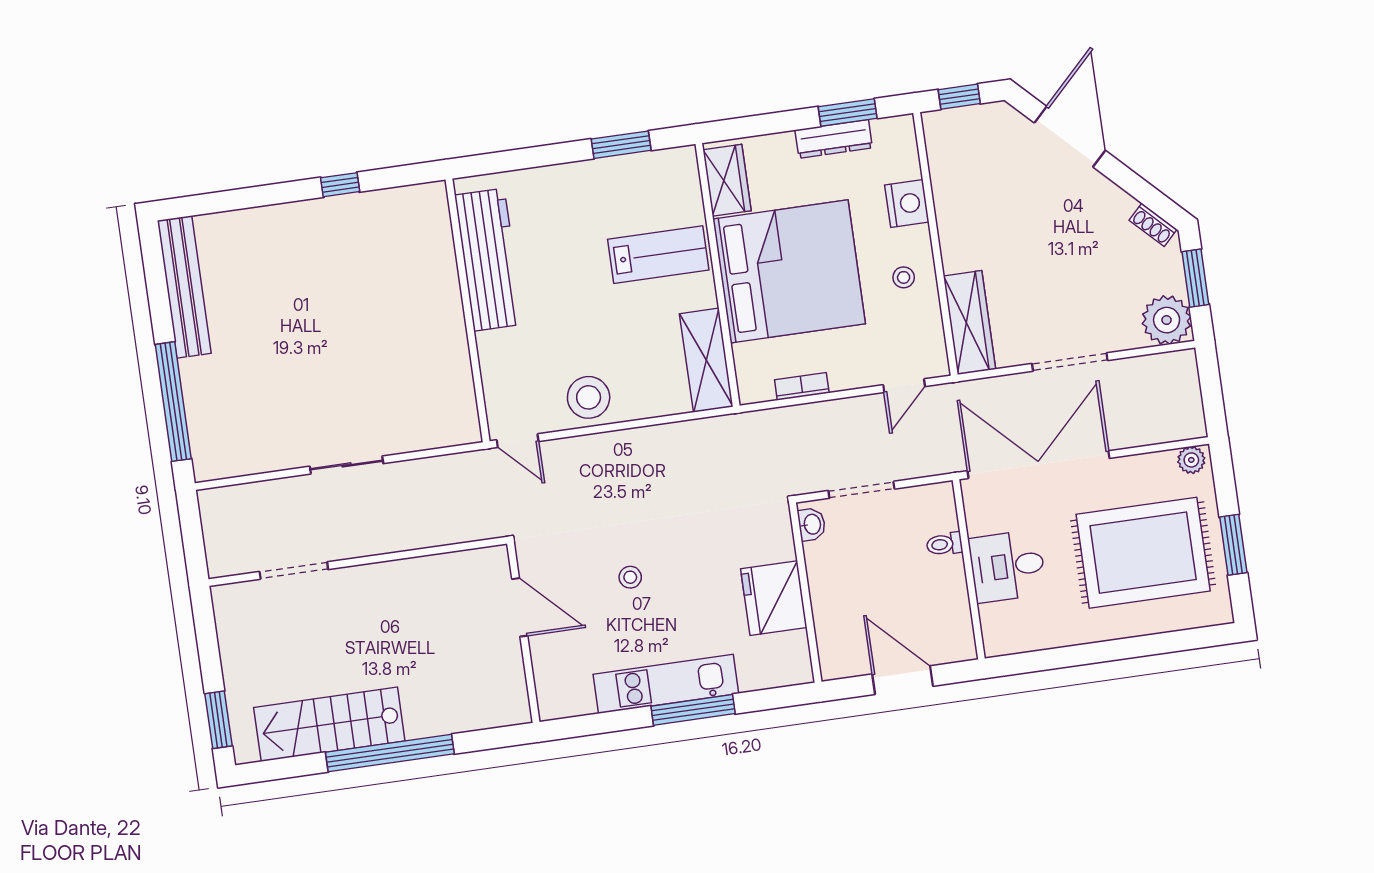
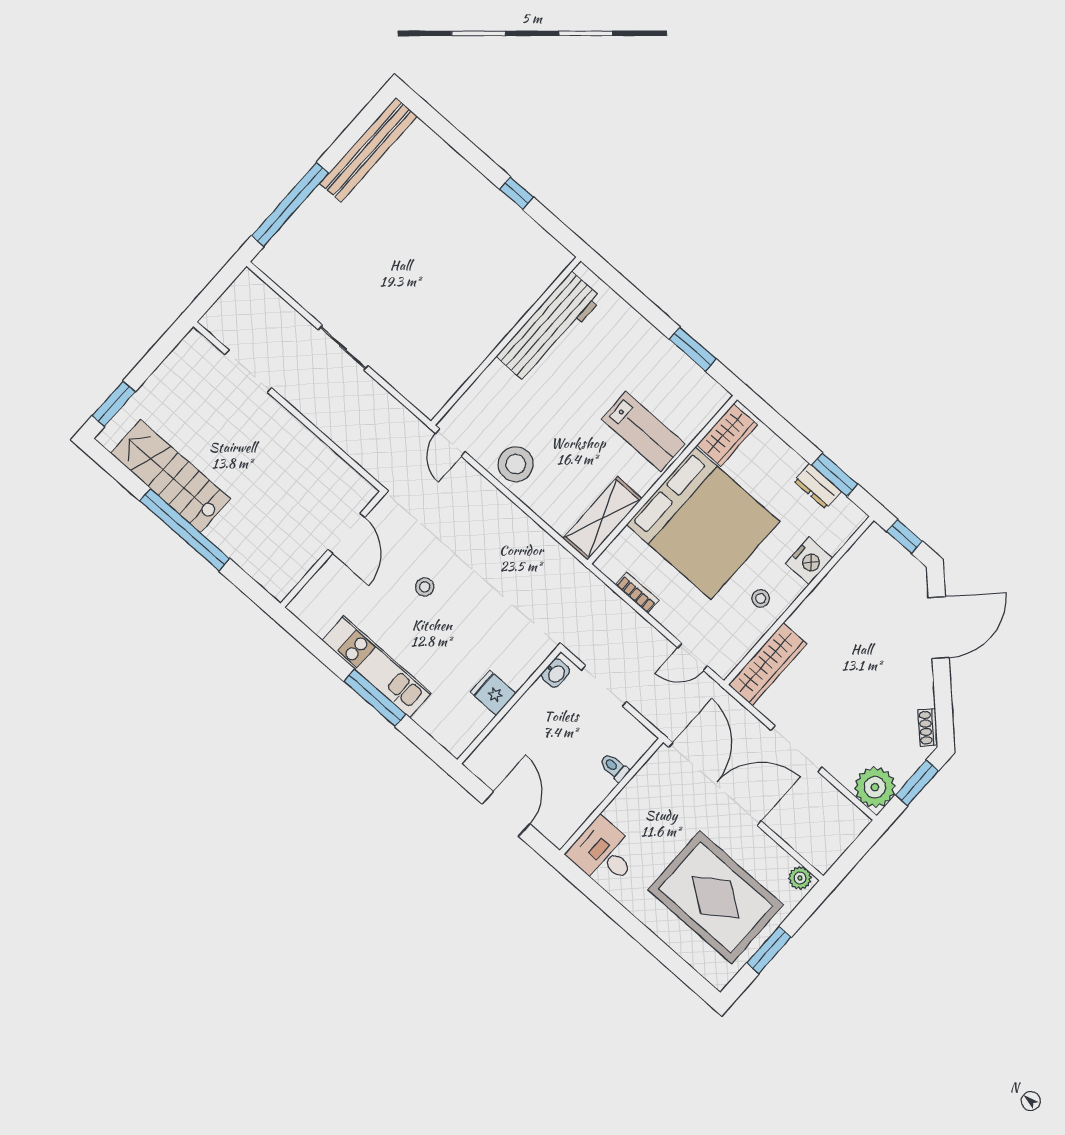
dresser: (834, 139) -> (817, 486), width x0.70
desk: (1007, 566) -> (604, 853), moved
fridge: (774, 598) -> (493, 693), width x0.53, depth x0.75

